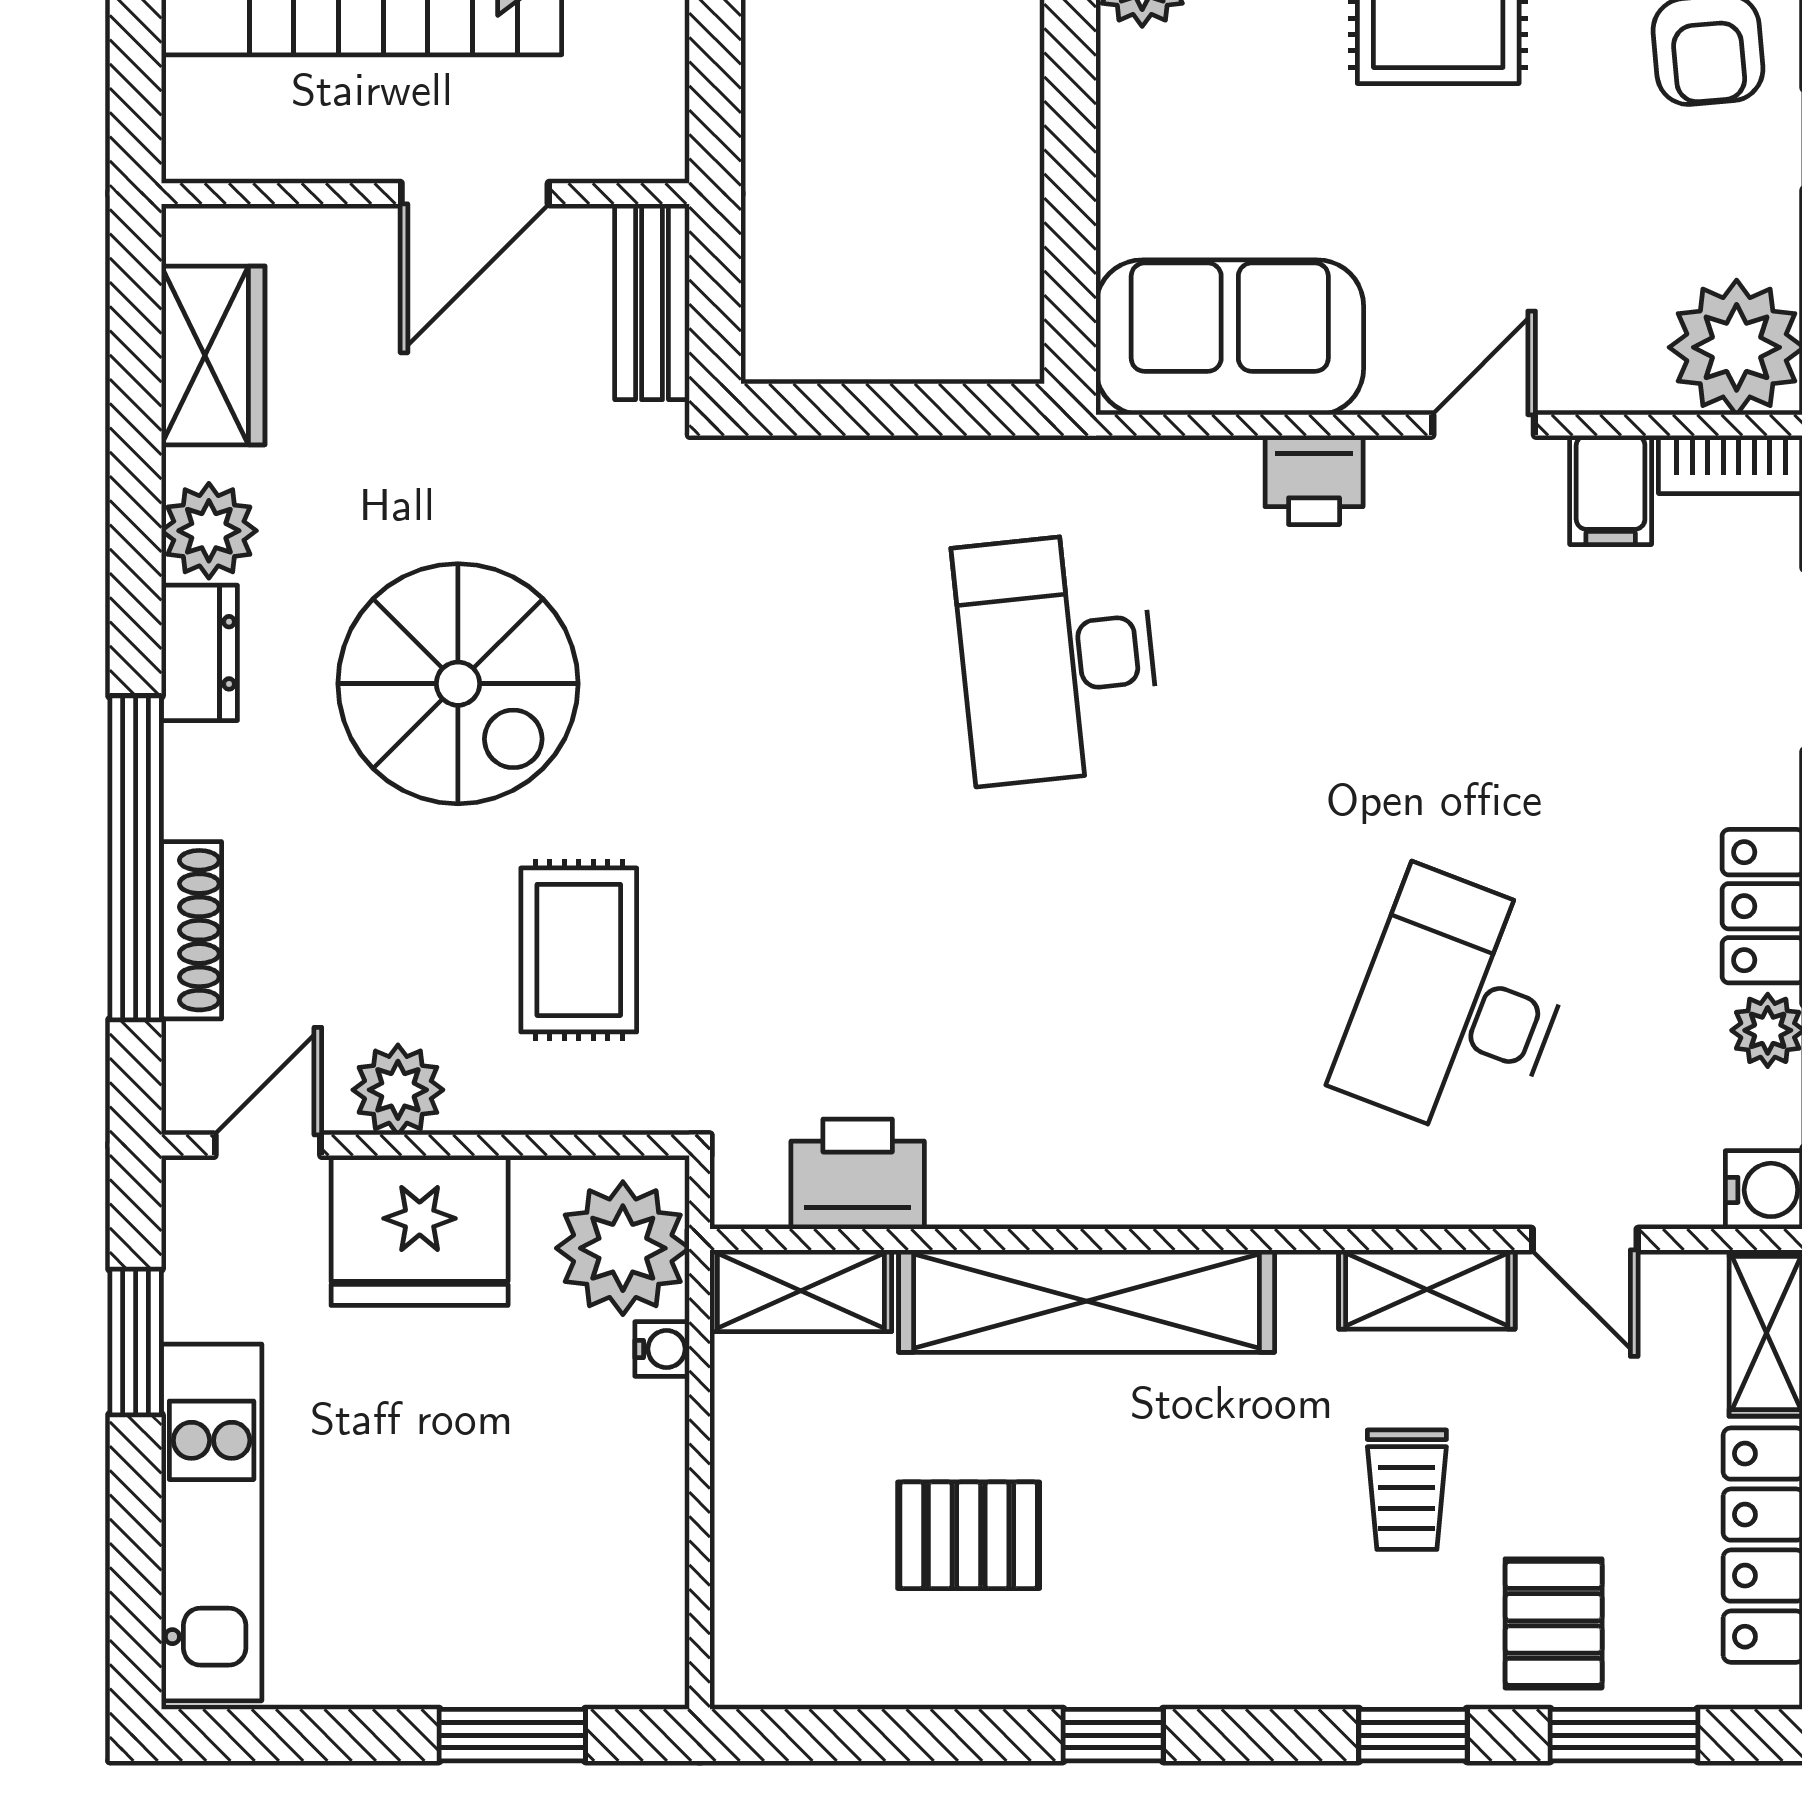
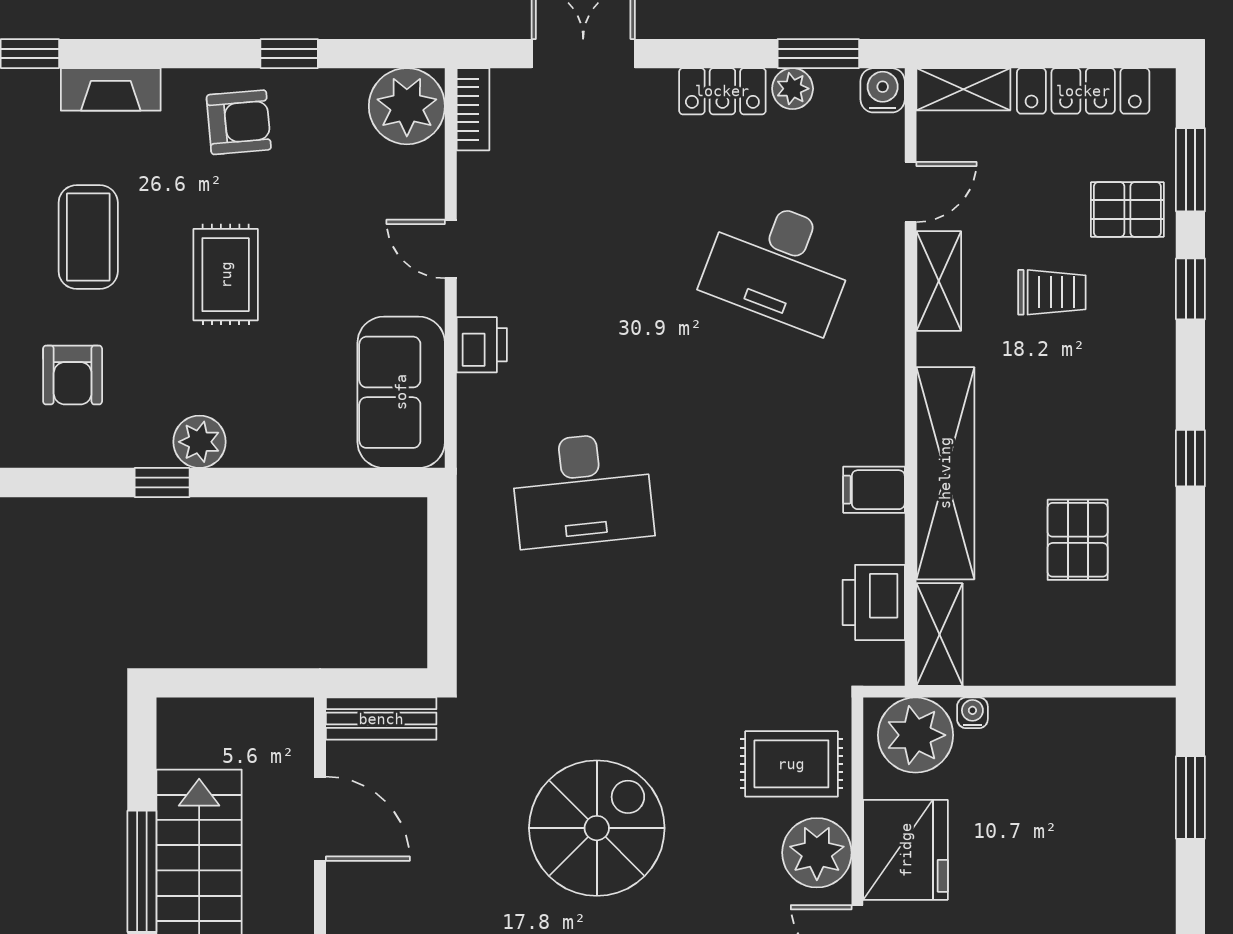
filing cabinet: (1611, 490) -> (874, 490), moved, turned 180
rug: (579, 950) -> (791, 764), moved
plant: (398, 1090) -> (817, 853), width x1.36, depth x1.36

